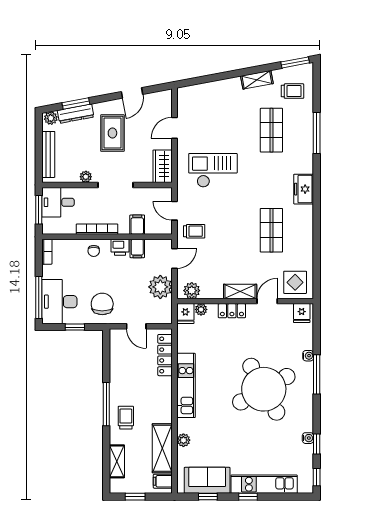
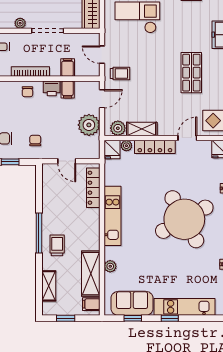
shelving: (240, 291) -> (142, 129), moved
chair: (102, 304) -> (35, 141), width x0.54, depth x0.54
locker: (232, 311) -> (155, 147), width x1.53

